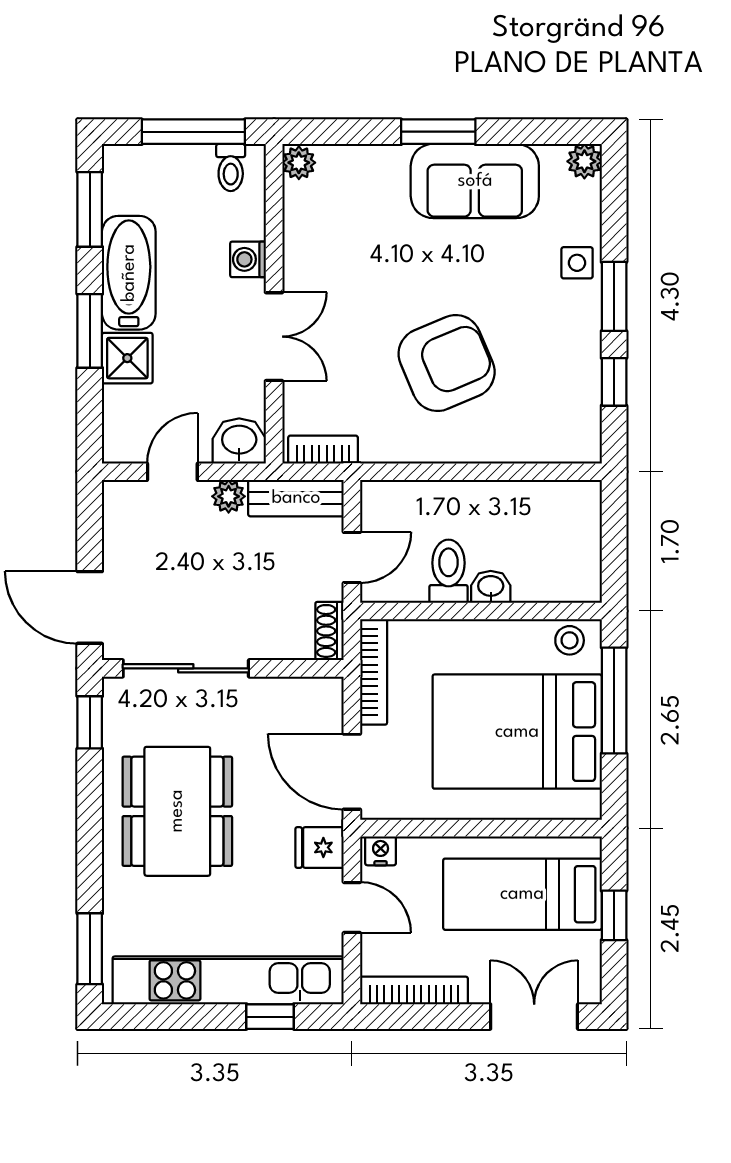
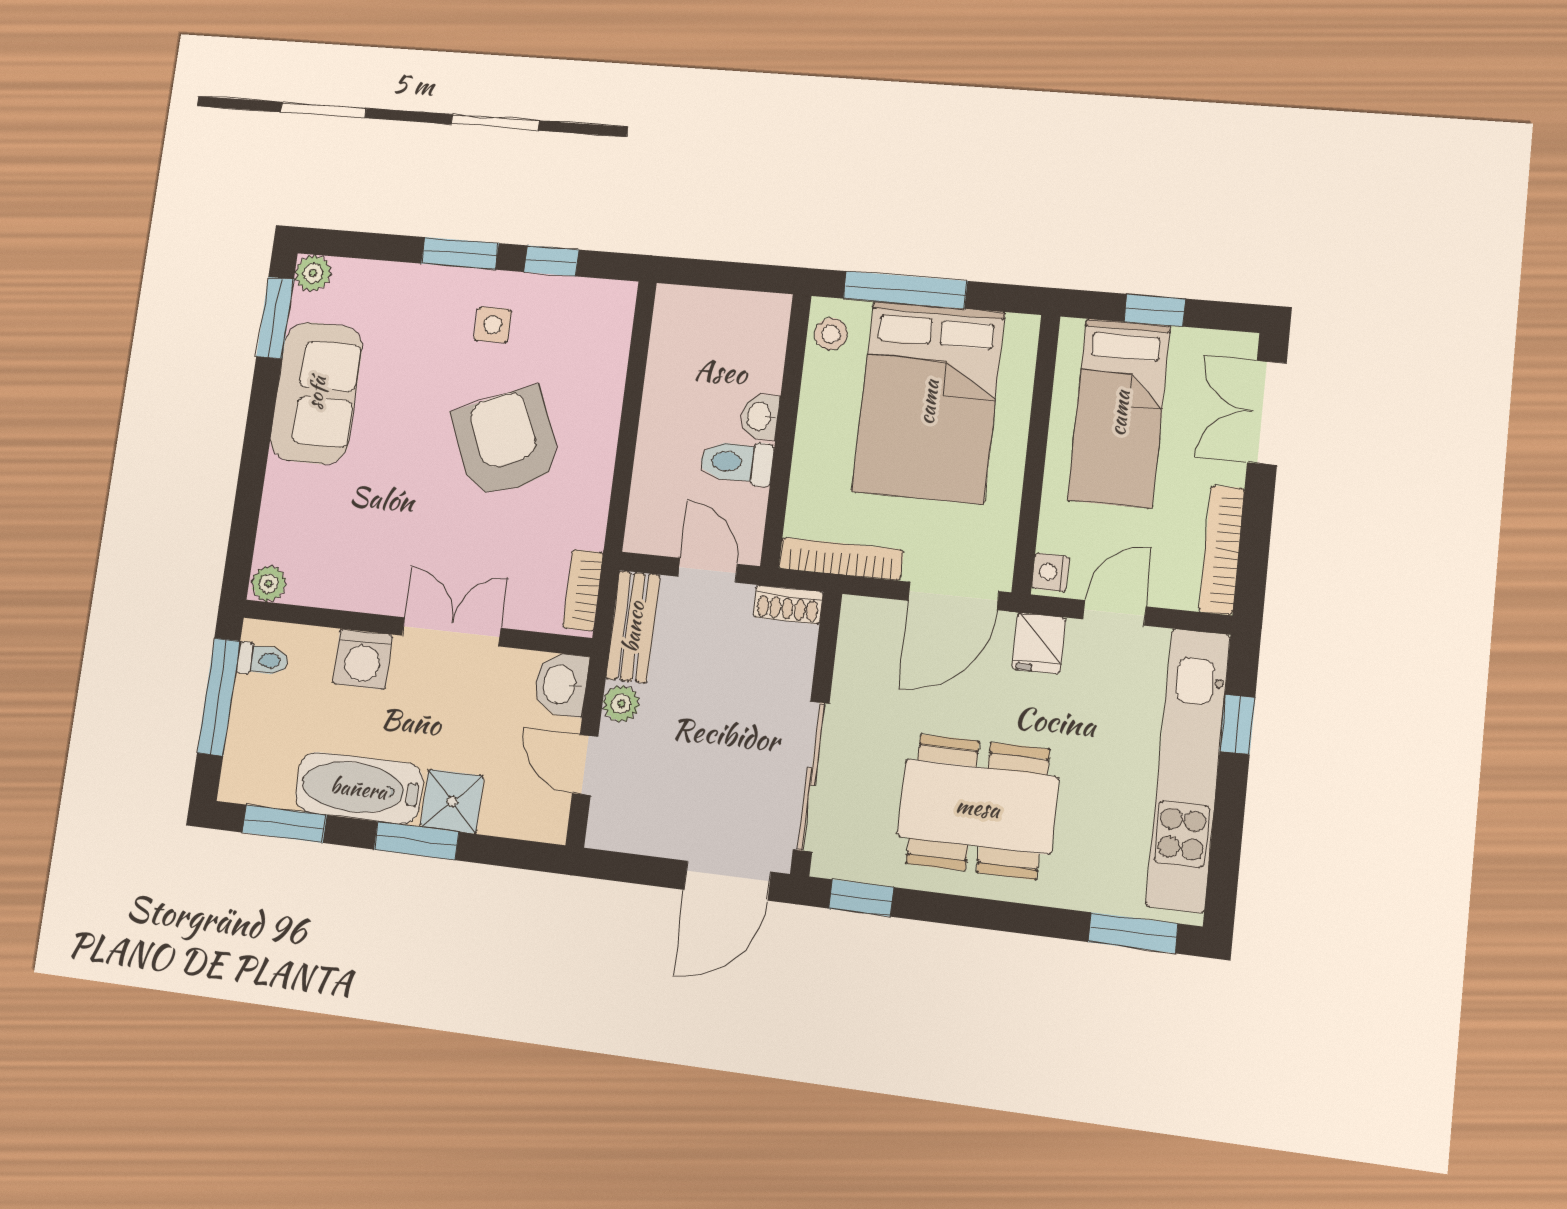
window: (438, 132) -> (275, 318), moved
washing machine: (248, 259) -> (363, 659), width x1.38, depth x1.38
side table: (577, 263) -> (493, 325), moved

